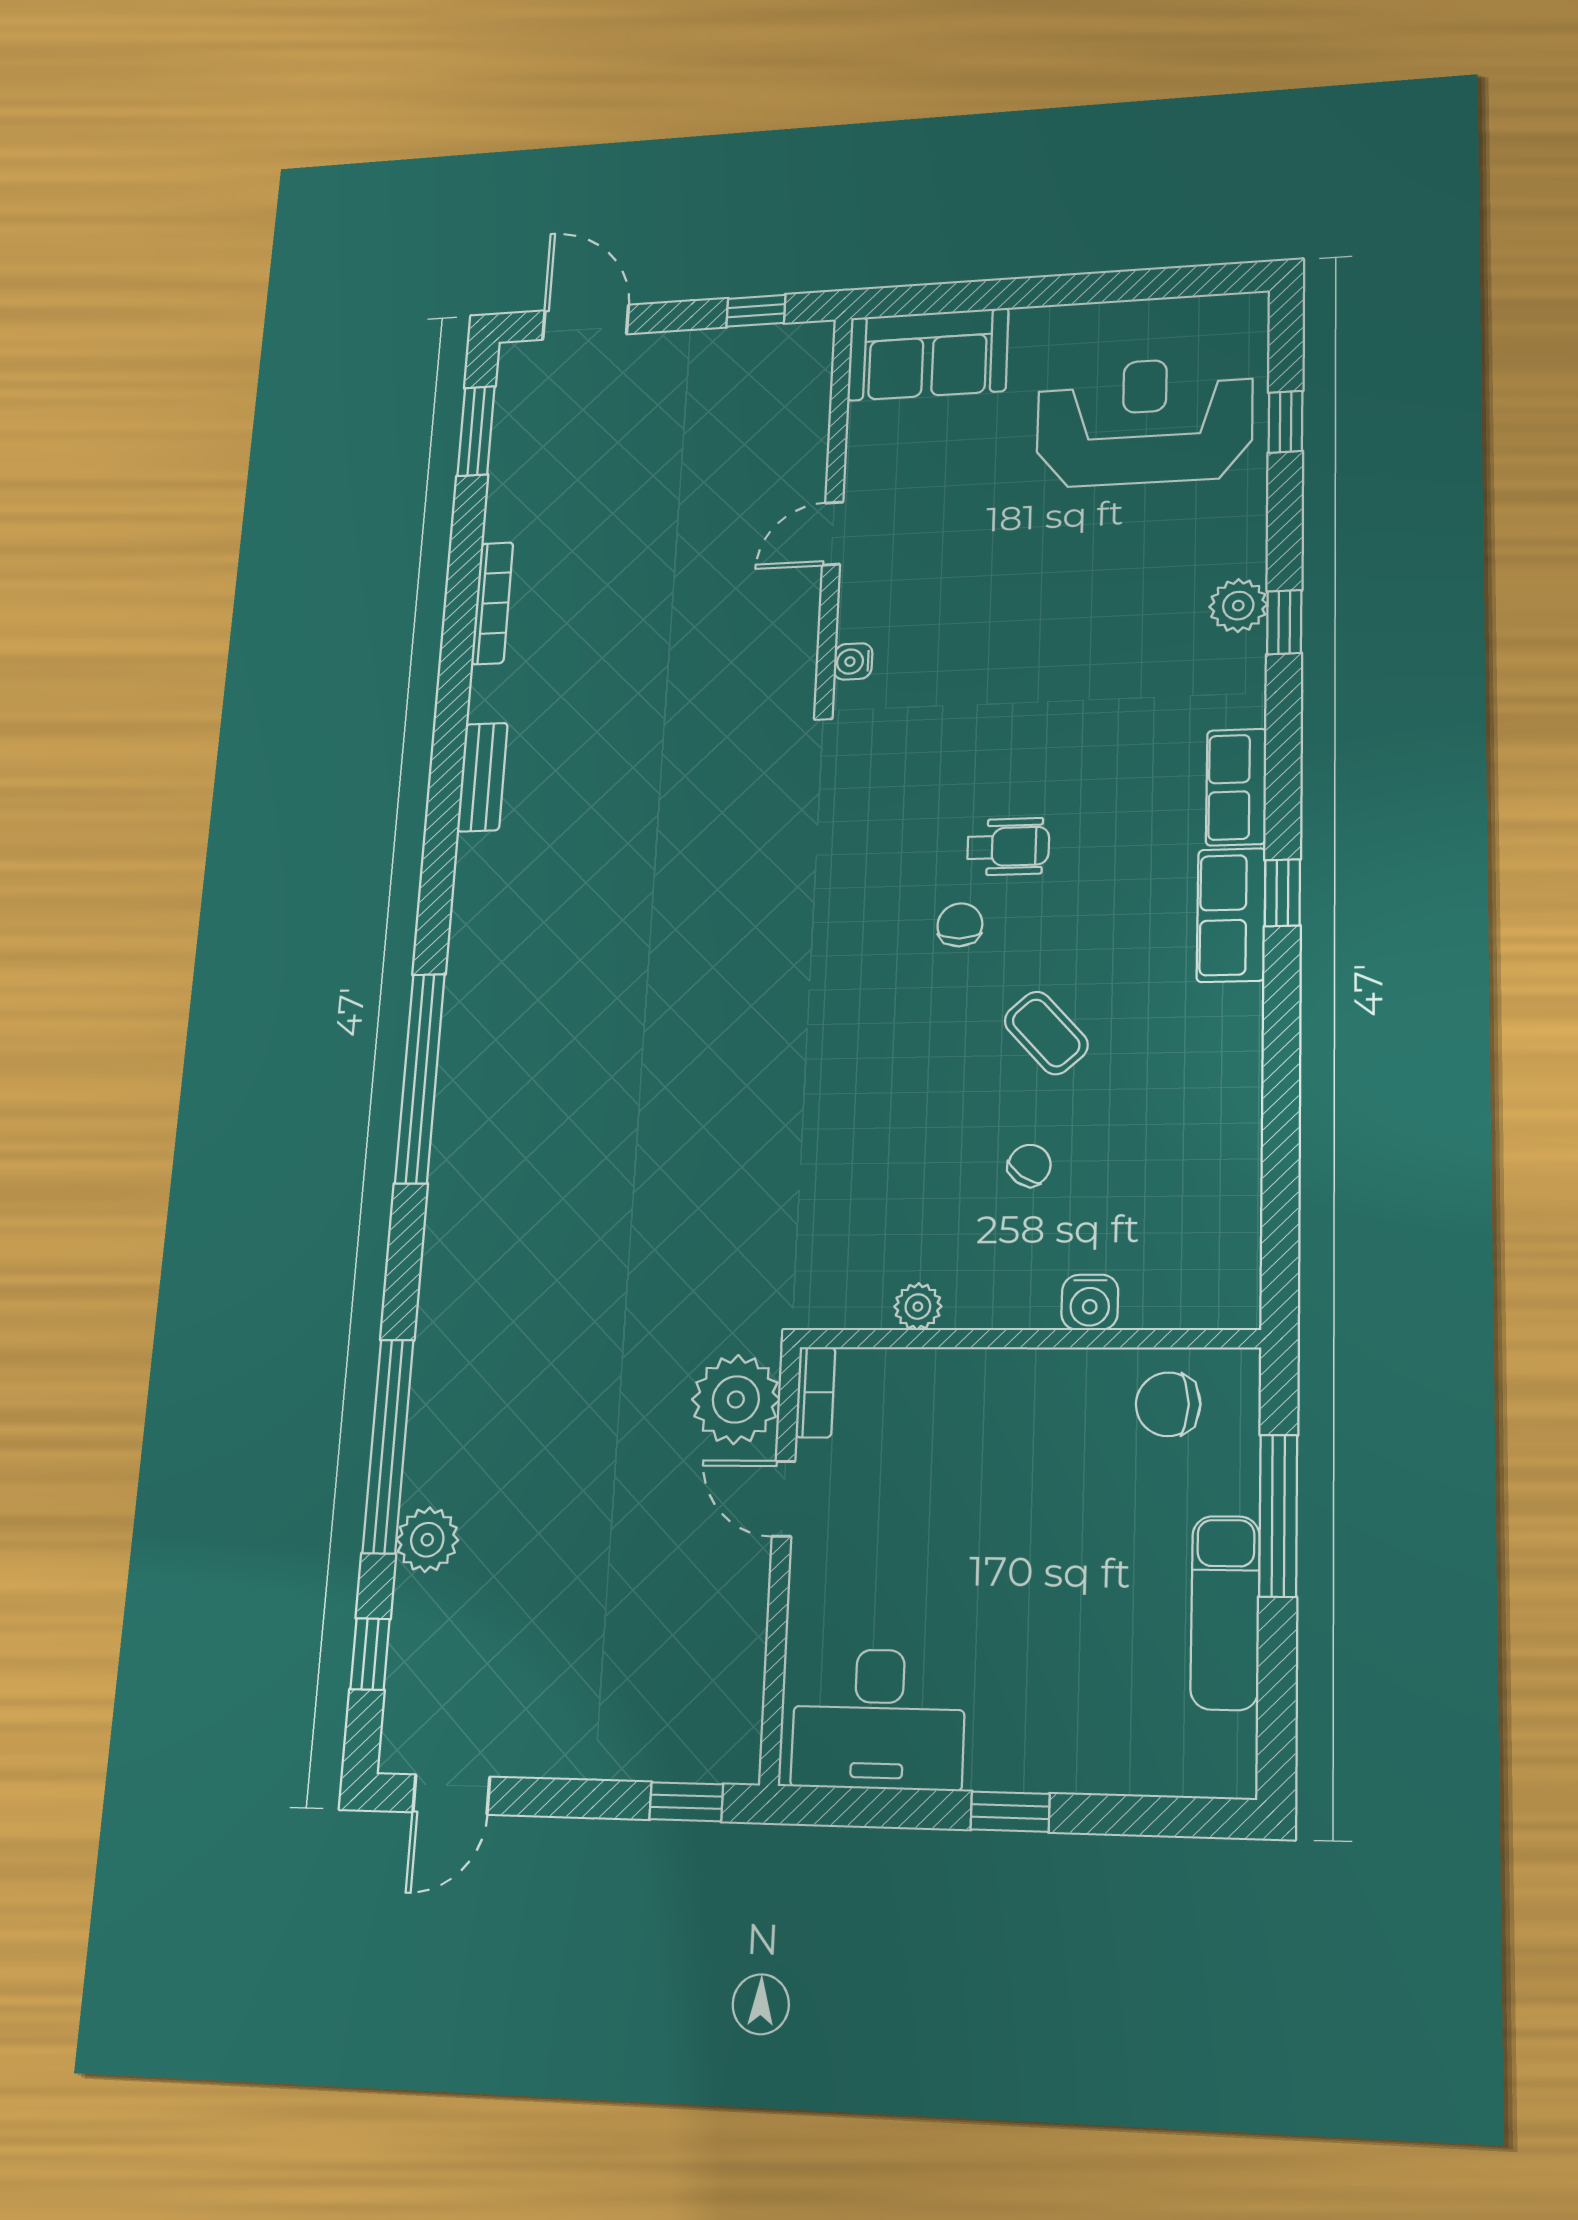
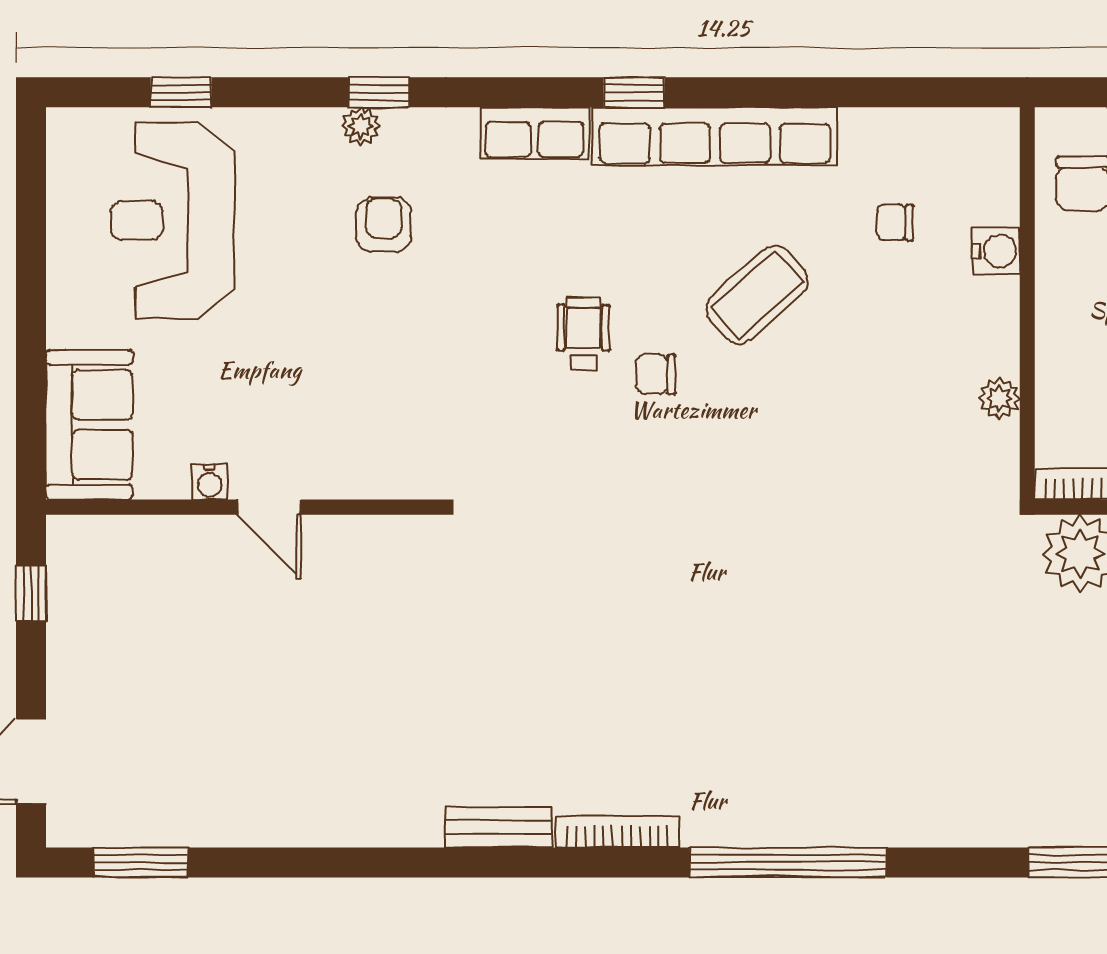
bookcase: (492, 603) -> (617, 832), moved
plant: (1238, 606) -> (361, 126), width x0.73, depth x0.73
armchair: (1135, 634) -> (384, 225), added
water cooler: (853, 661) -> (210, 482), moved
row of seats: (1231, 915) -> (715, 136), width x2.02
coffee table: (1046, 1033) -> (757, 295), width x1.36, depth x1.30
chair: (1029, 1165) -> (895, 223), moved, turned -36

